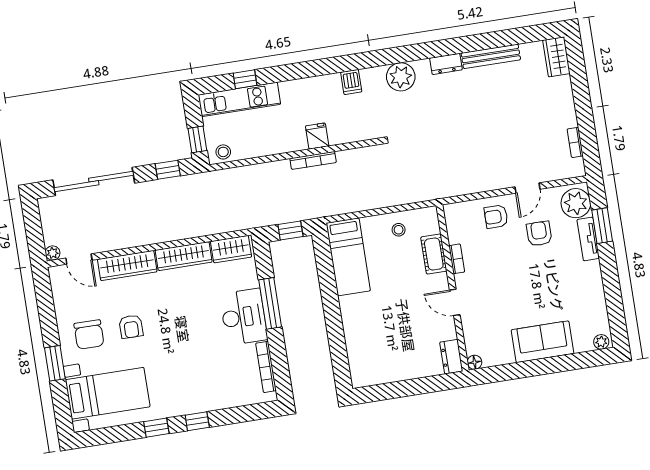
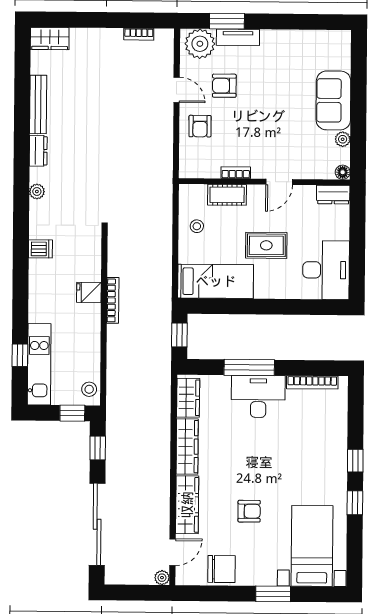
plant: (401, 77) -> (37, 192), width x0.53, depth x0.53
rug: (391, 300) -> (266, 245), added
chair: (89, 335) -> (222, 569), moved
plant: (601, 342) -> (343, 139), moved
desk: (377, 362) -> (326, 270), added

